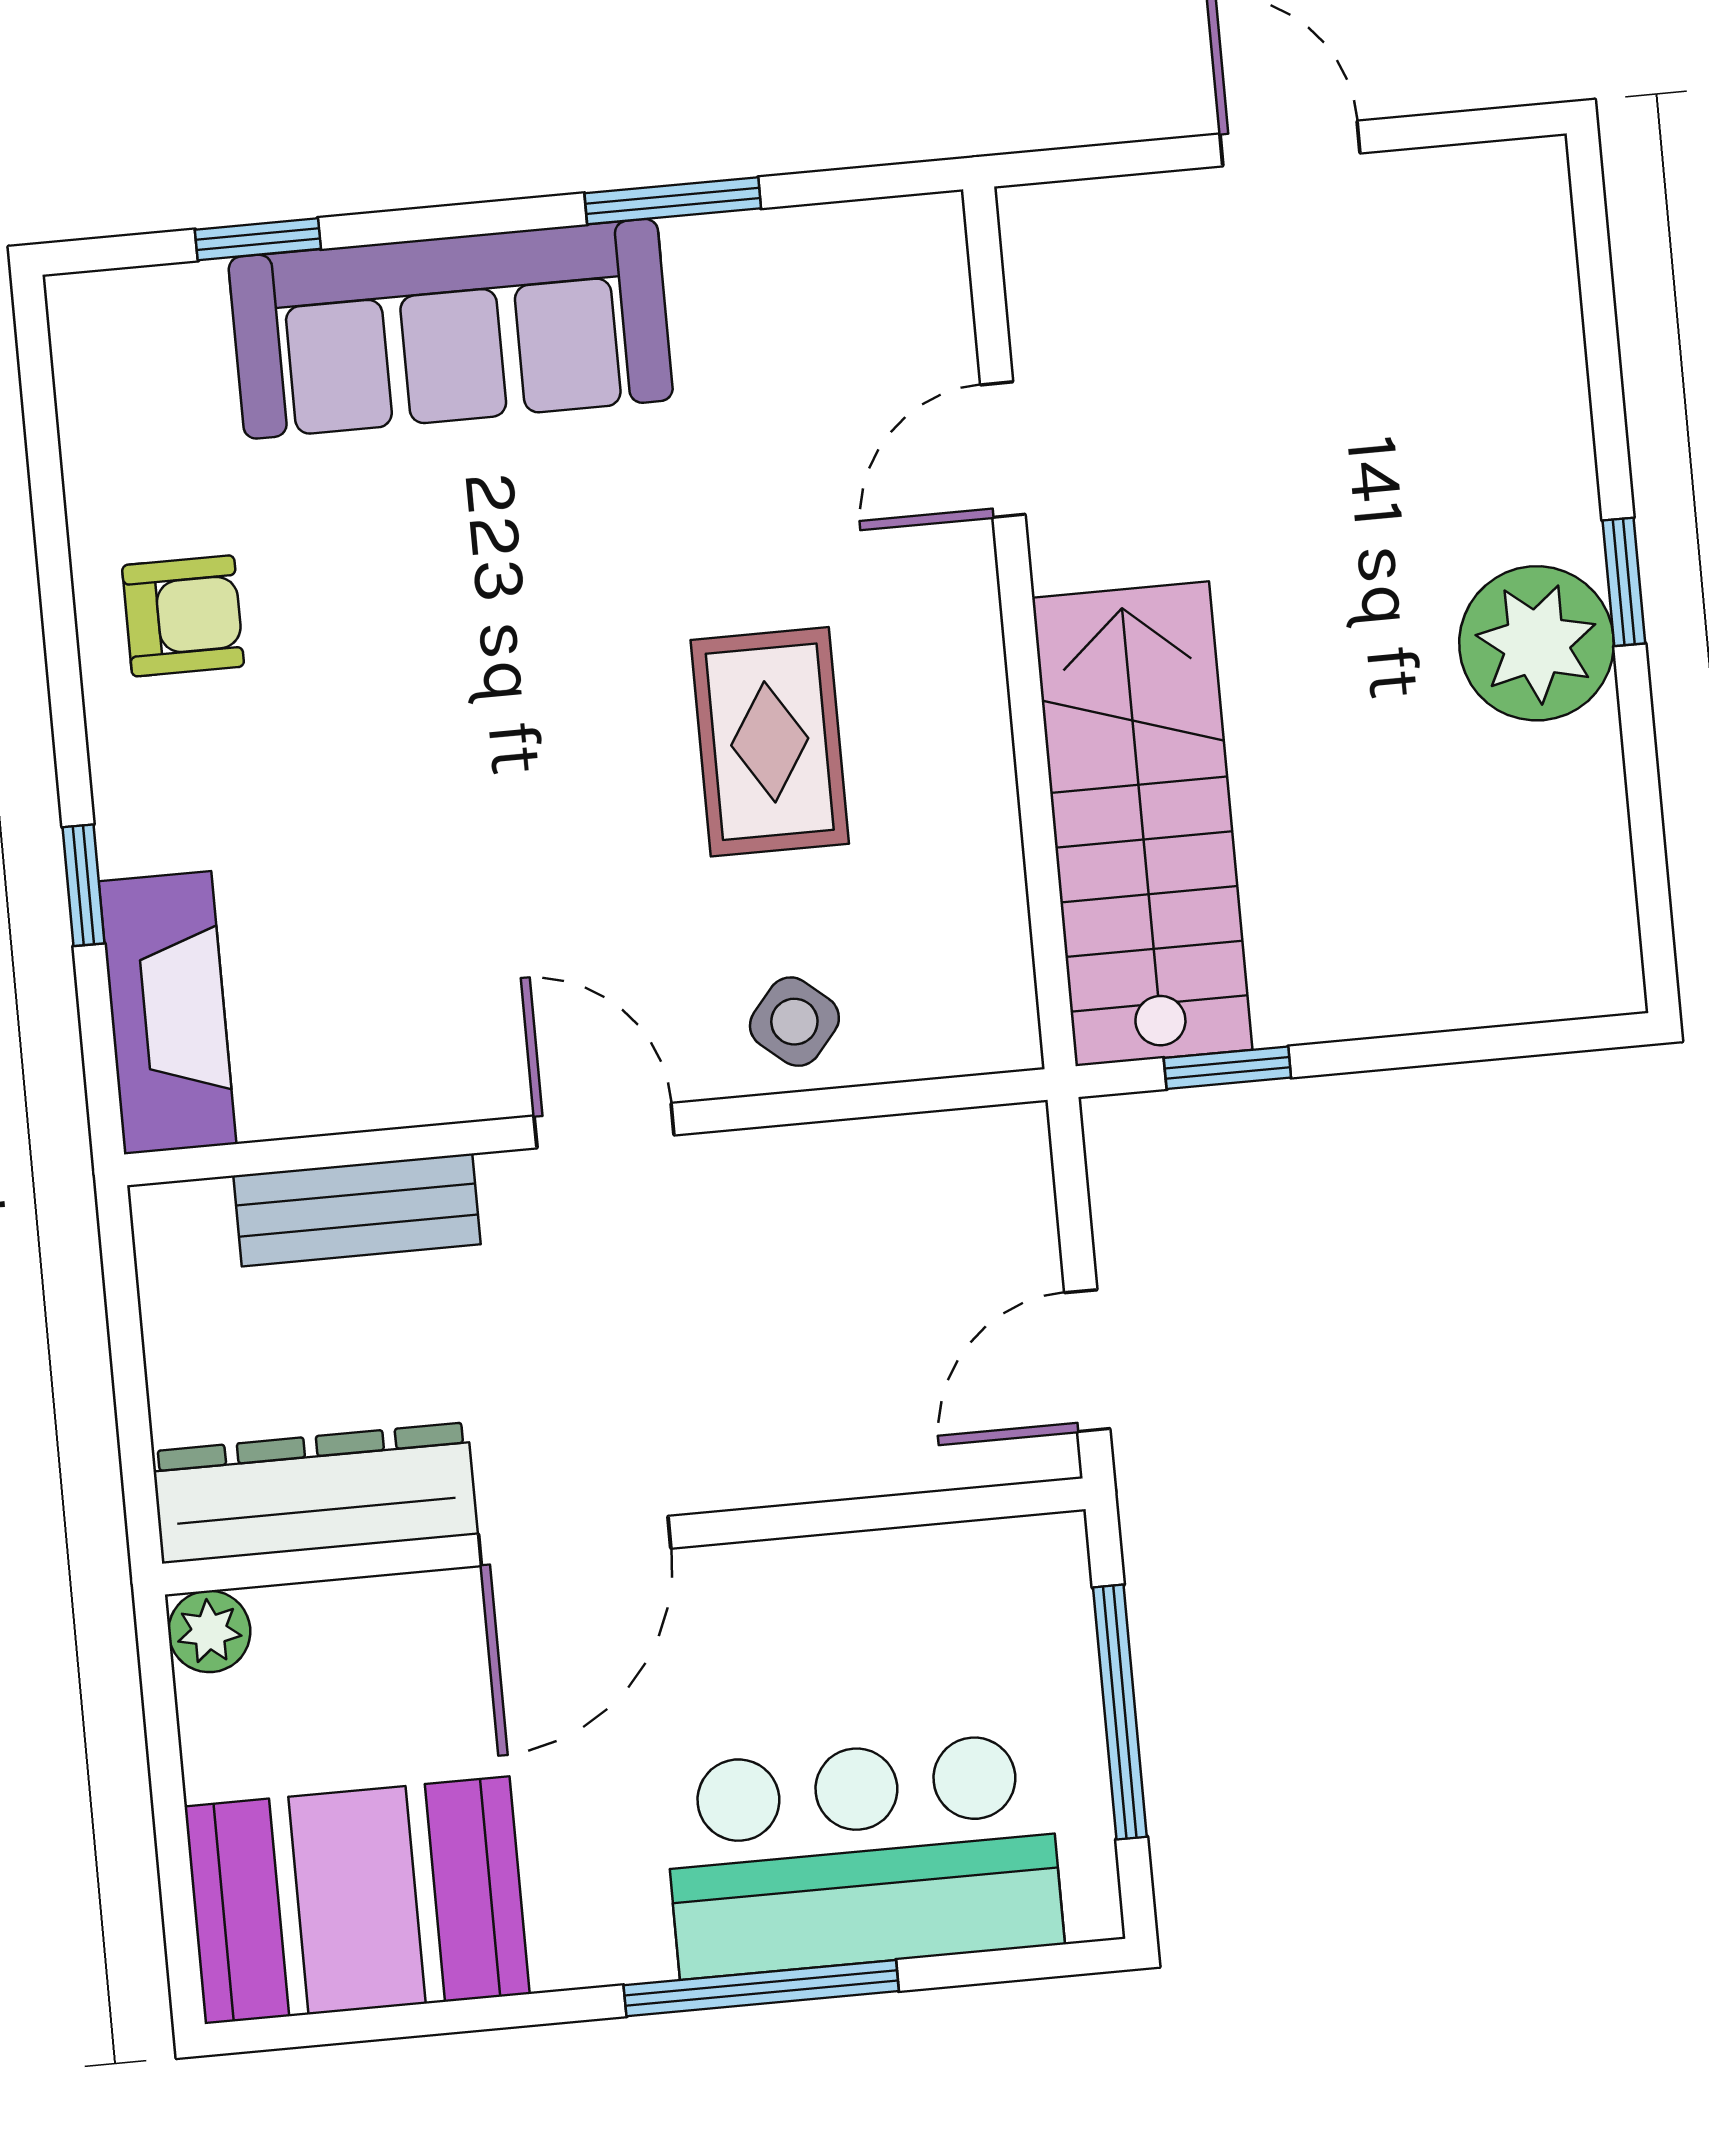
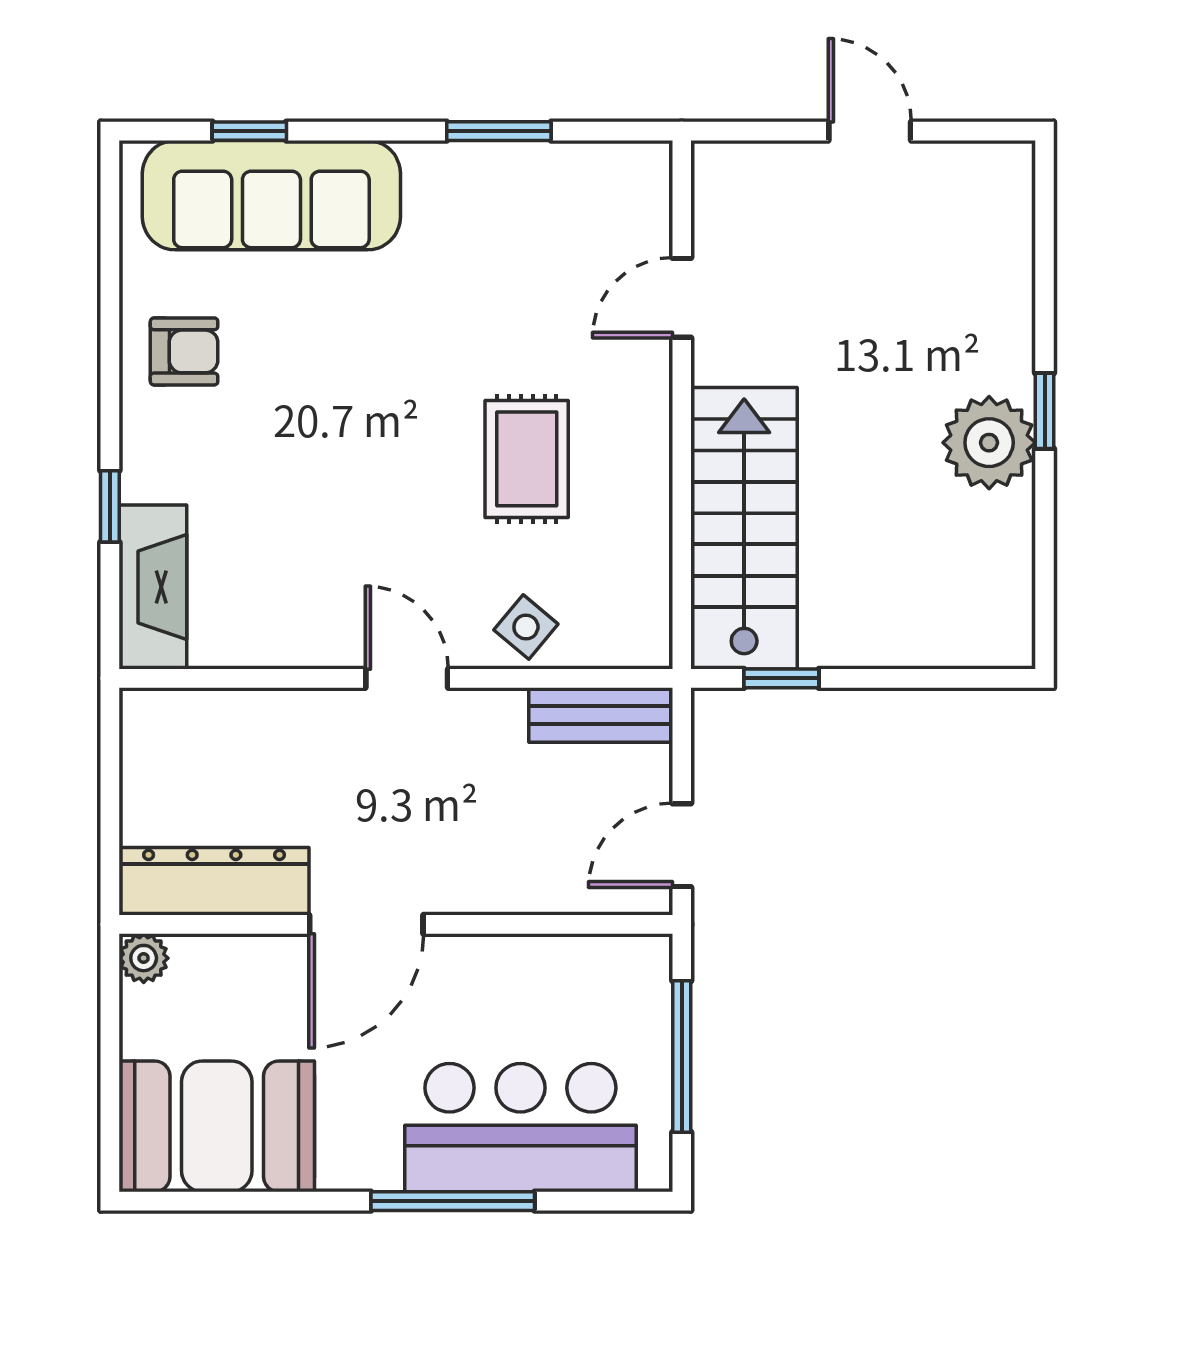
sofa: (451, 329) -> (271, 195), moved
bench: (357, 1210) -> (601, 715), moved

